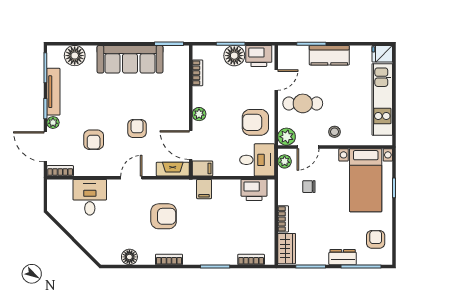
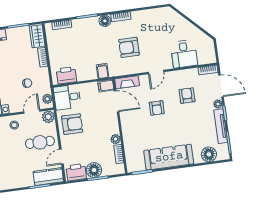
kitchen counter: (329, 55) -> (48, 177), moved
plant: (199, 114) -> (116, 139), moved
floor lamp: (129, 257) -> (105, 21), moved

